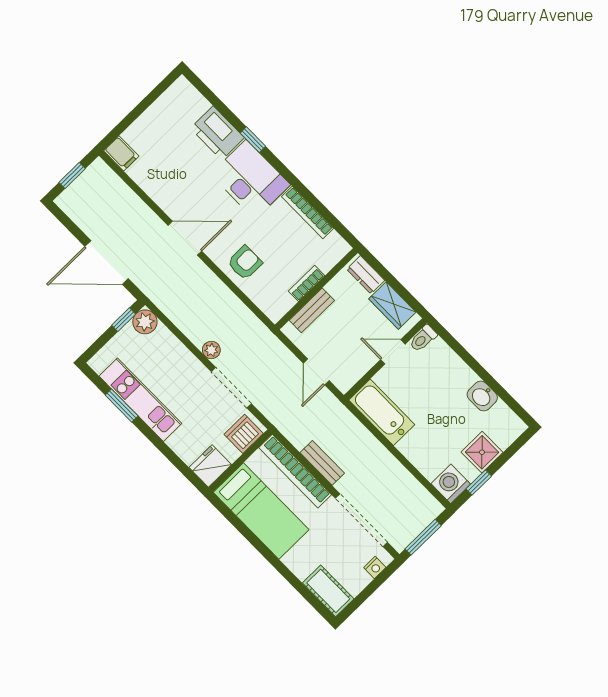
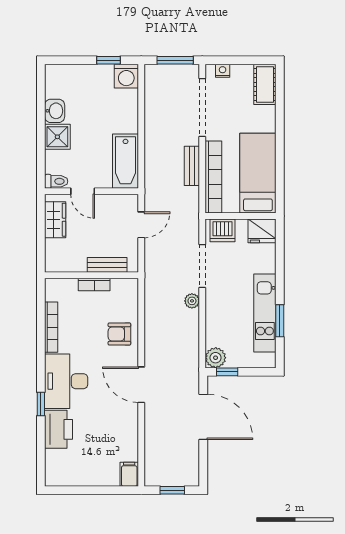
dresser: (366, 275) -> (53, 254), removed
shower: (482, 452) -> (57, 137), moved

